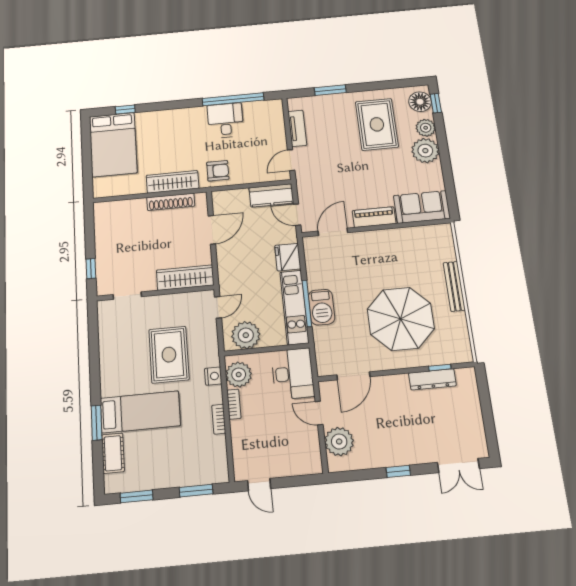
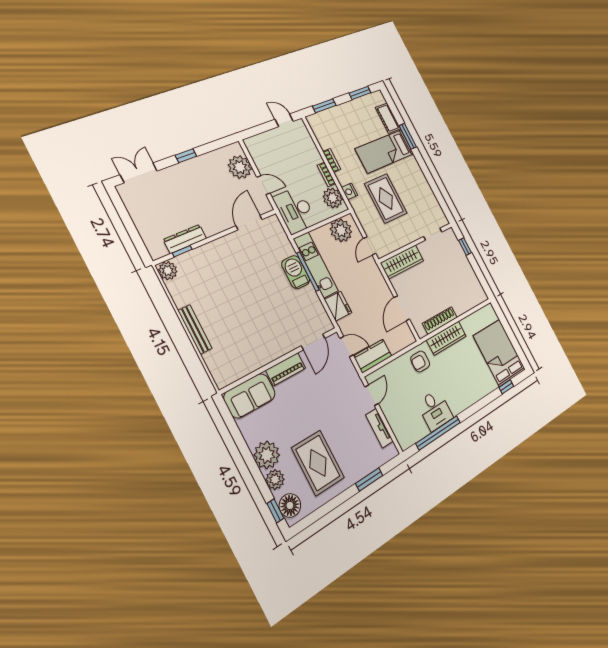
parasol: (401, 319) -> (230, 284), removed
plant: (462, 352) -> (168, 271), added

